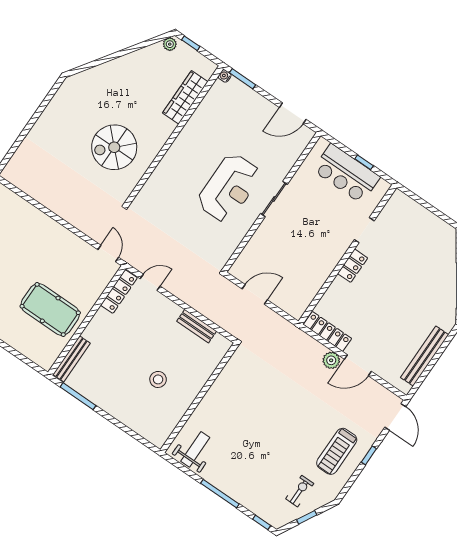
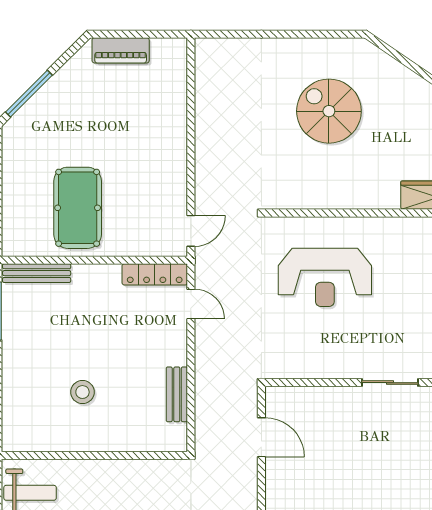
spiral stairs: (114, 147) -> (329, 111), moved
reception desk: (229, 188) -> (325, 277), moved

